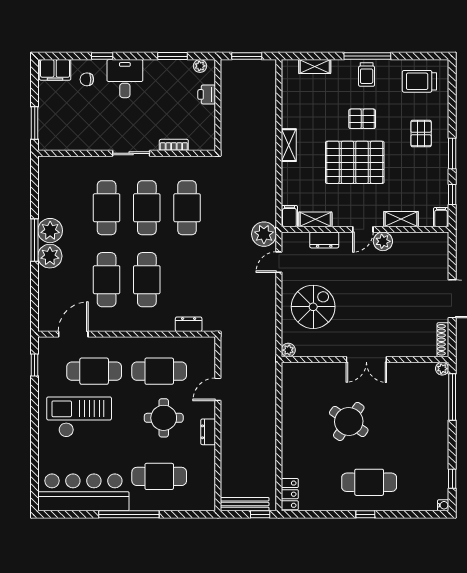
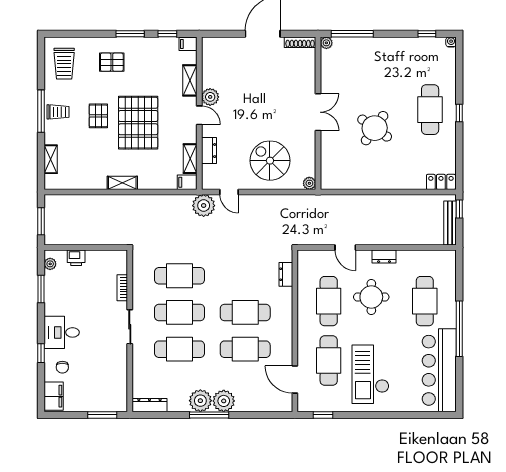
dresser: (45, 175) -> (149, 405), added

